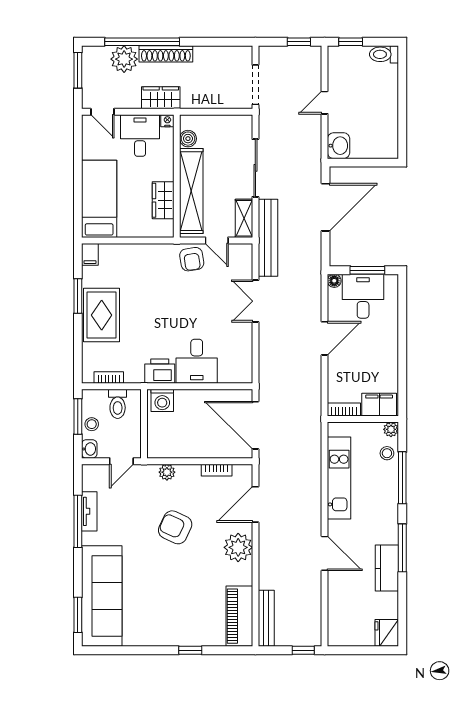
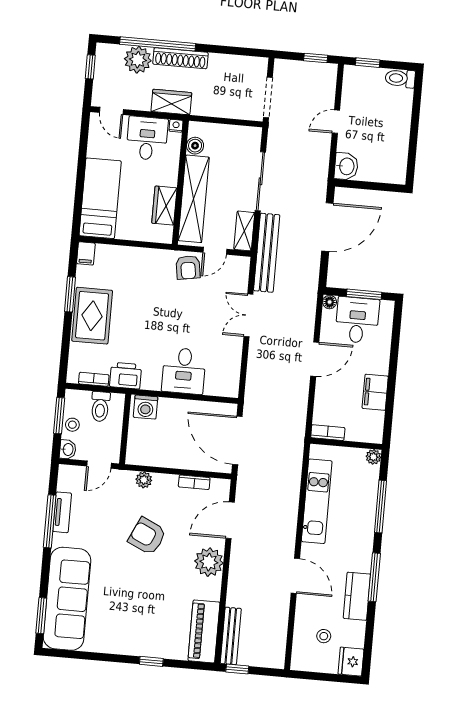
window: (78, 70) -> (90, 67), width x0.67
door: (217, 240) -> (215, 251), hinge flipped
printer: (160, 371) -> (126, 376), moved
filing cabinet: (379, 405) -> (375, 392), moved, turned -90
stool: (387, 453) -> (324, 636), moved
window: (303, 650) -> (237, 669), moved

